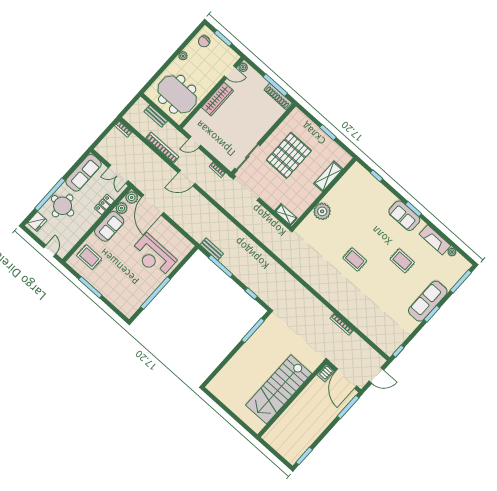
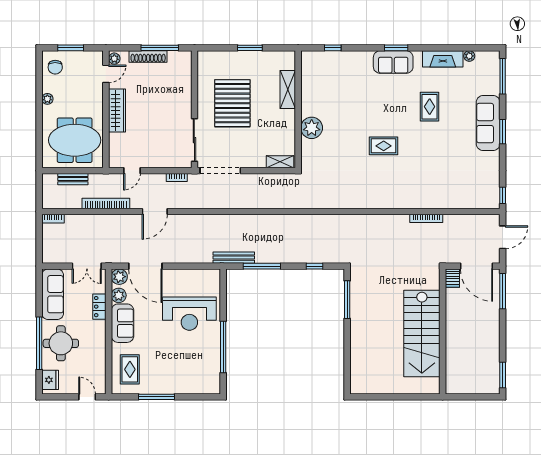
shoe rack: (278, 96) -> (148, 56), moved
bench: (212, 249) -> (234, 258), width x1.36
rug: (89, 257) -> (130, 369), turned 90
rug: (402, 261) -> (430, 107), turned 90

